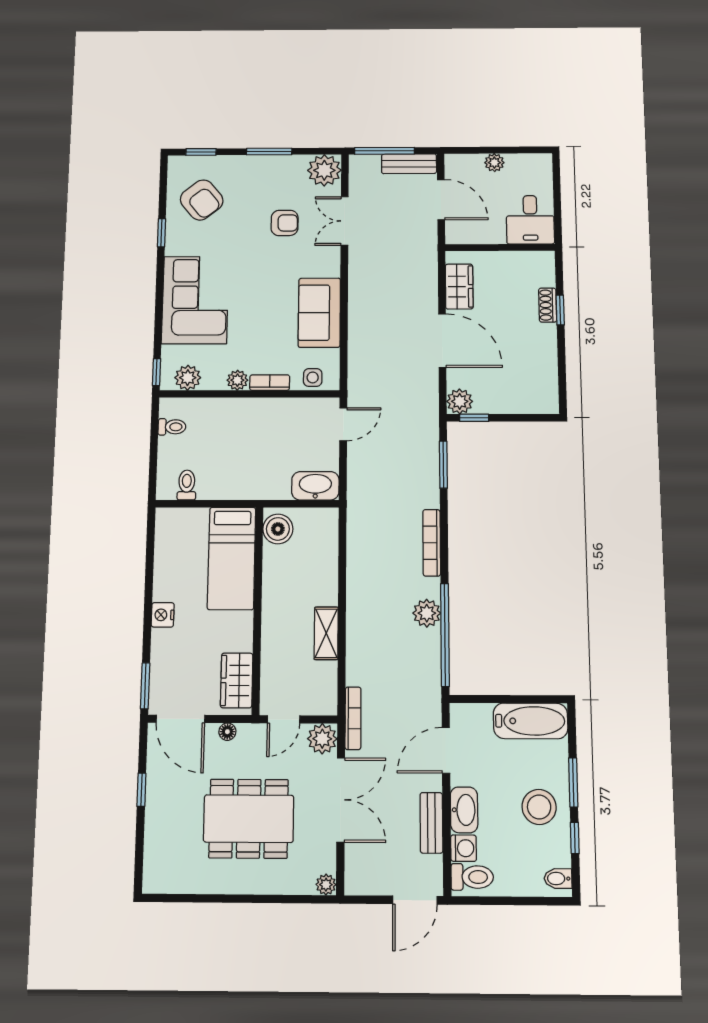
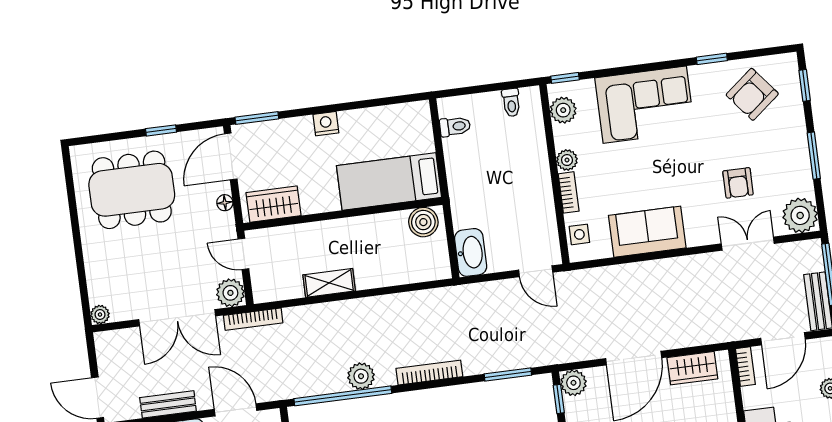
bookcase: (464, 237) -> (745, 367), added
dining table: (249, 819) -> (132, 190), moved, turned 90

